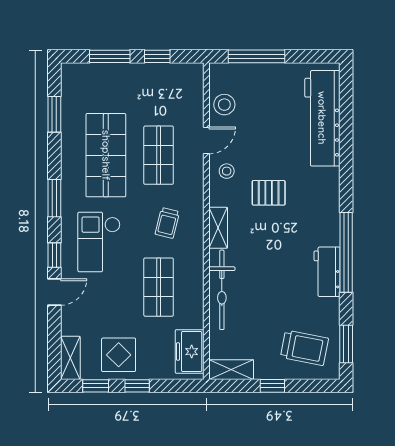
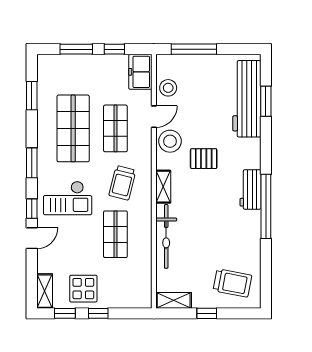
stool: (227, 171) -> (170, 141), width x1.89, depth x1.89
trolley: (167, 223) -> (122, 183), width x1.36, depth x1.39
checkout: (99, 242) -> (68, 198), turned -90
workbench: (327, 272) -> (250, 189), moved
window: (346, 344) -> (266, 101), moved
freezer: (190, 352) -> (140, 72), moved

